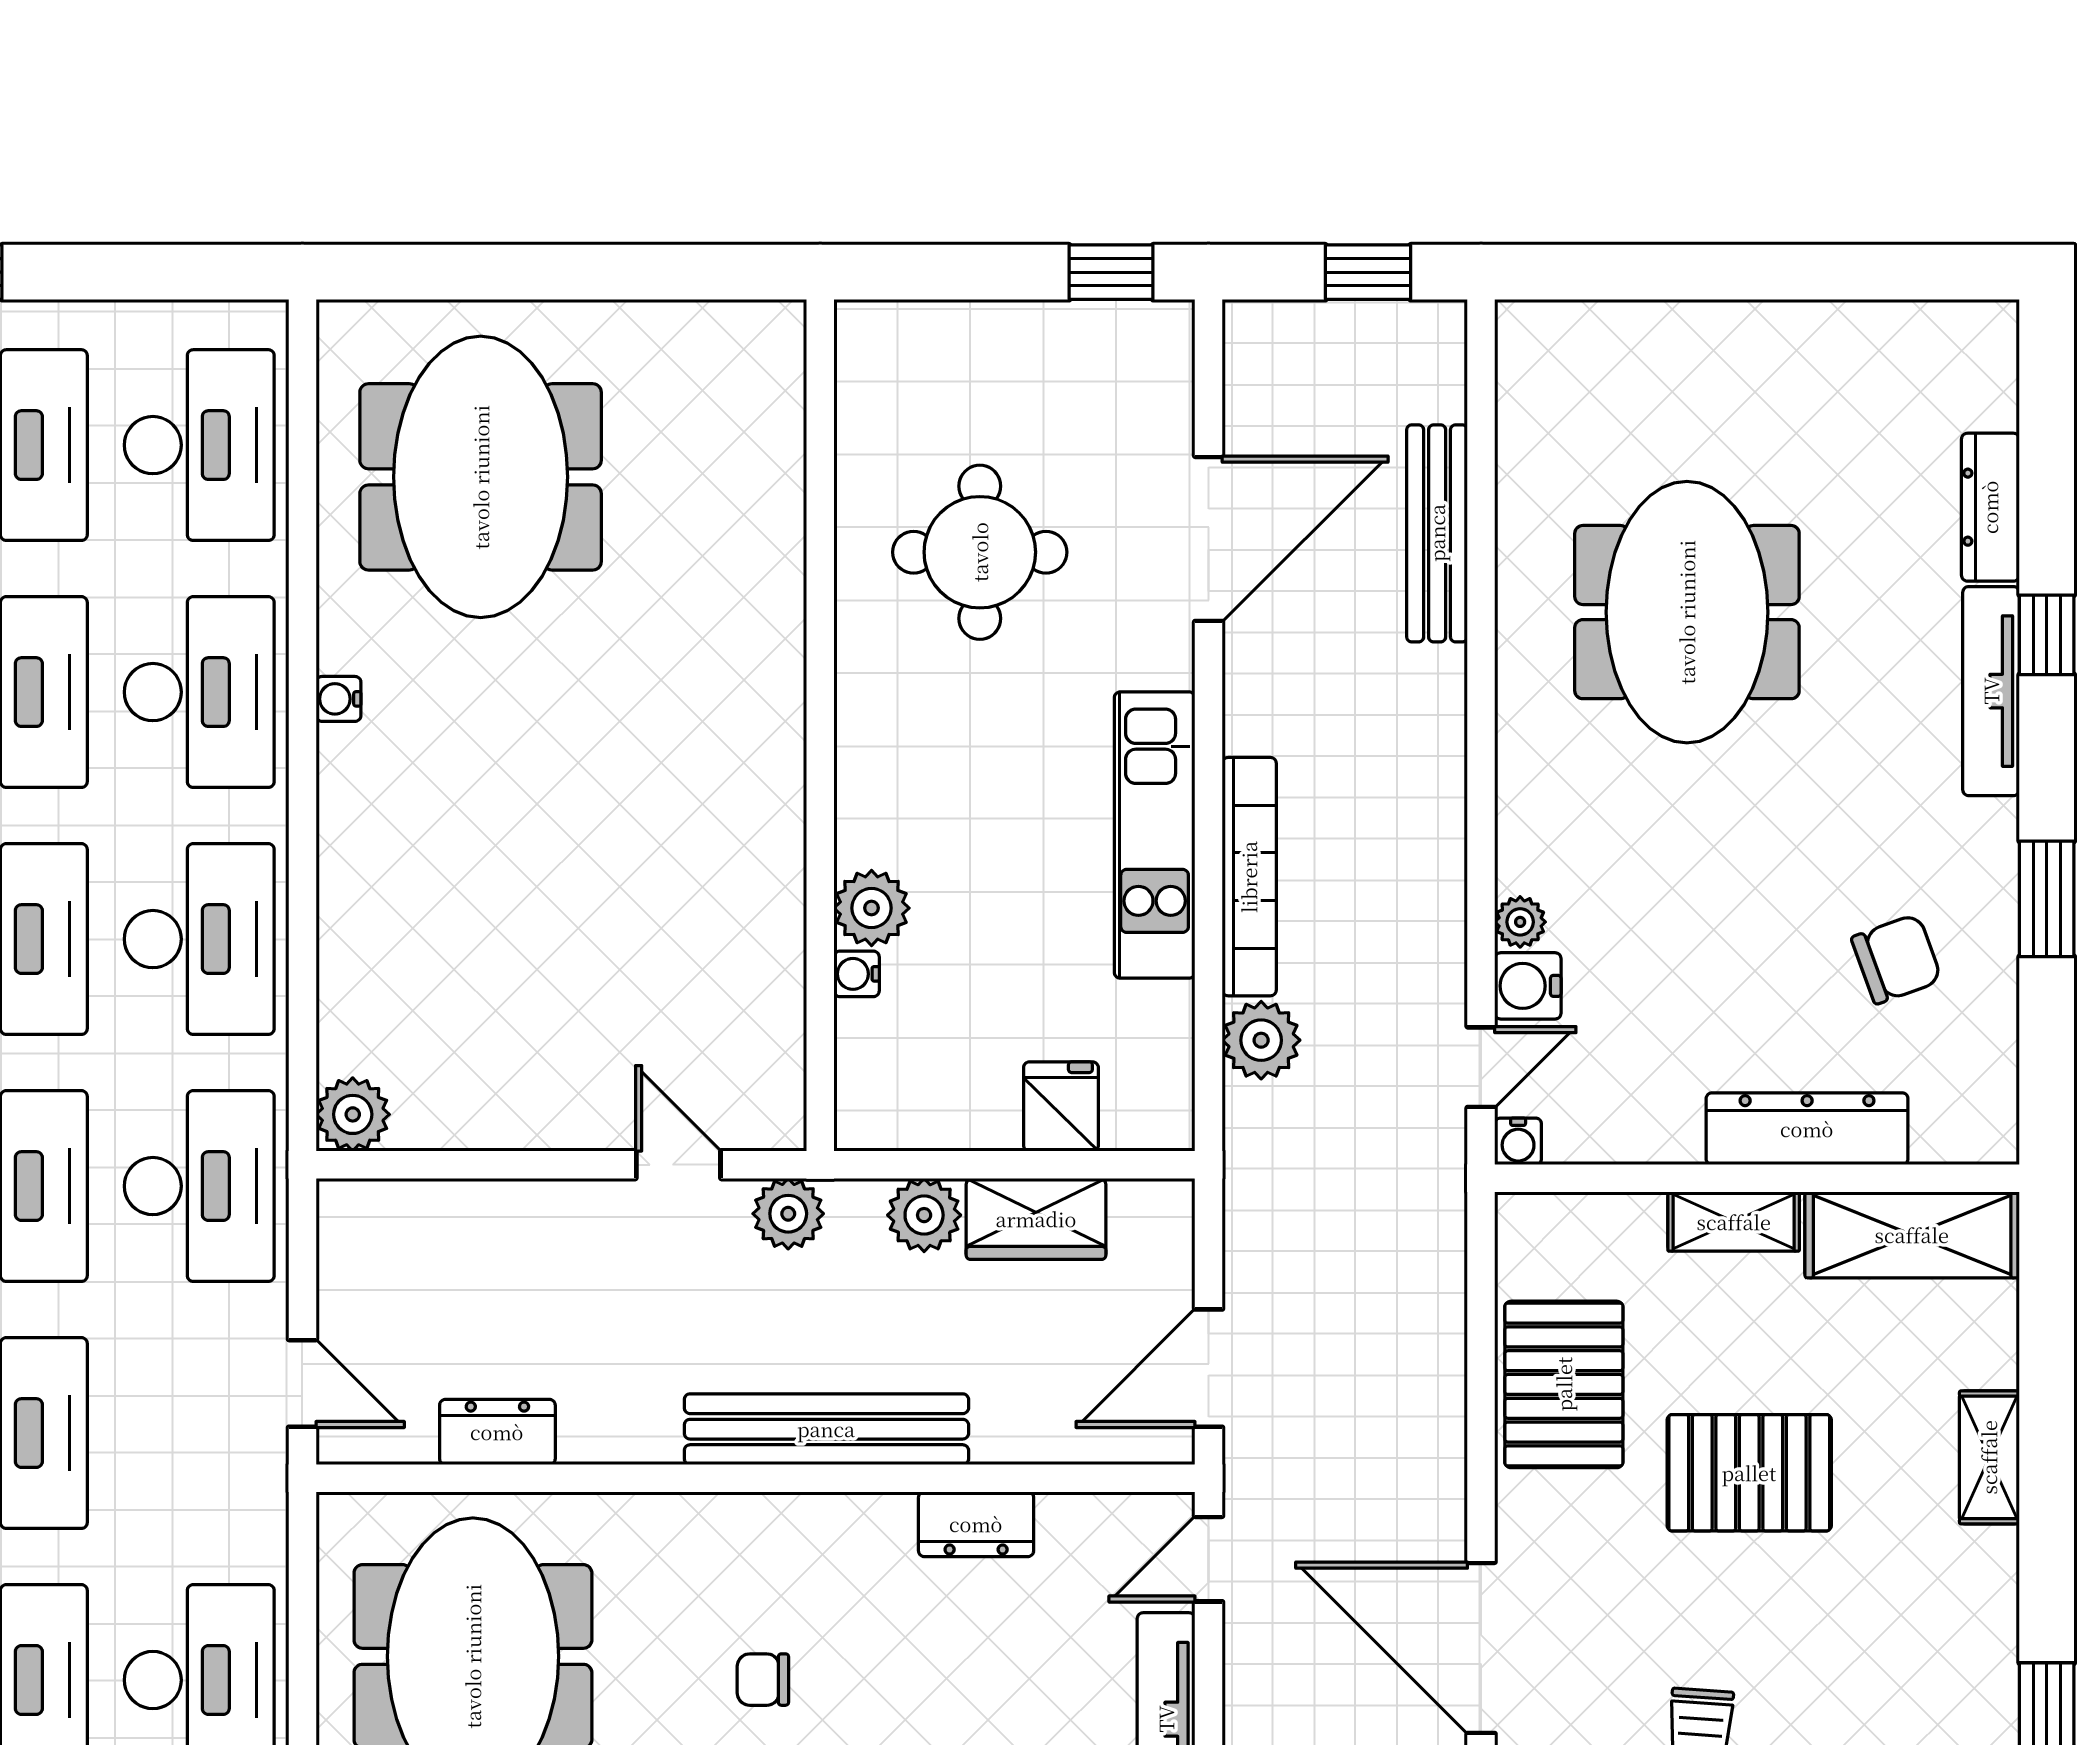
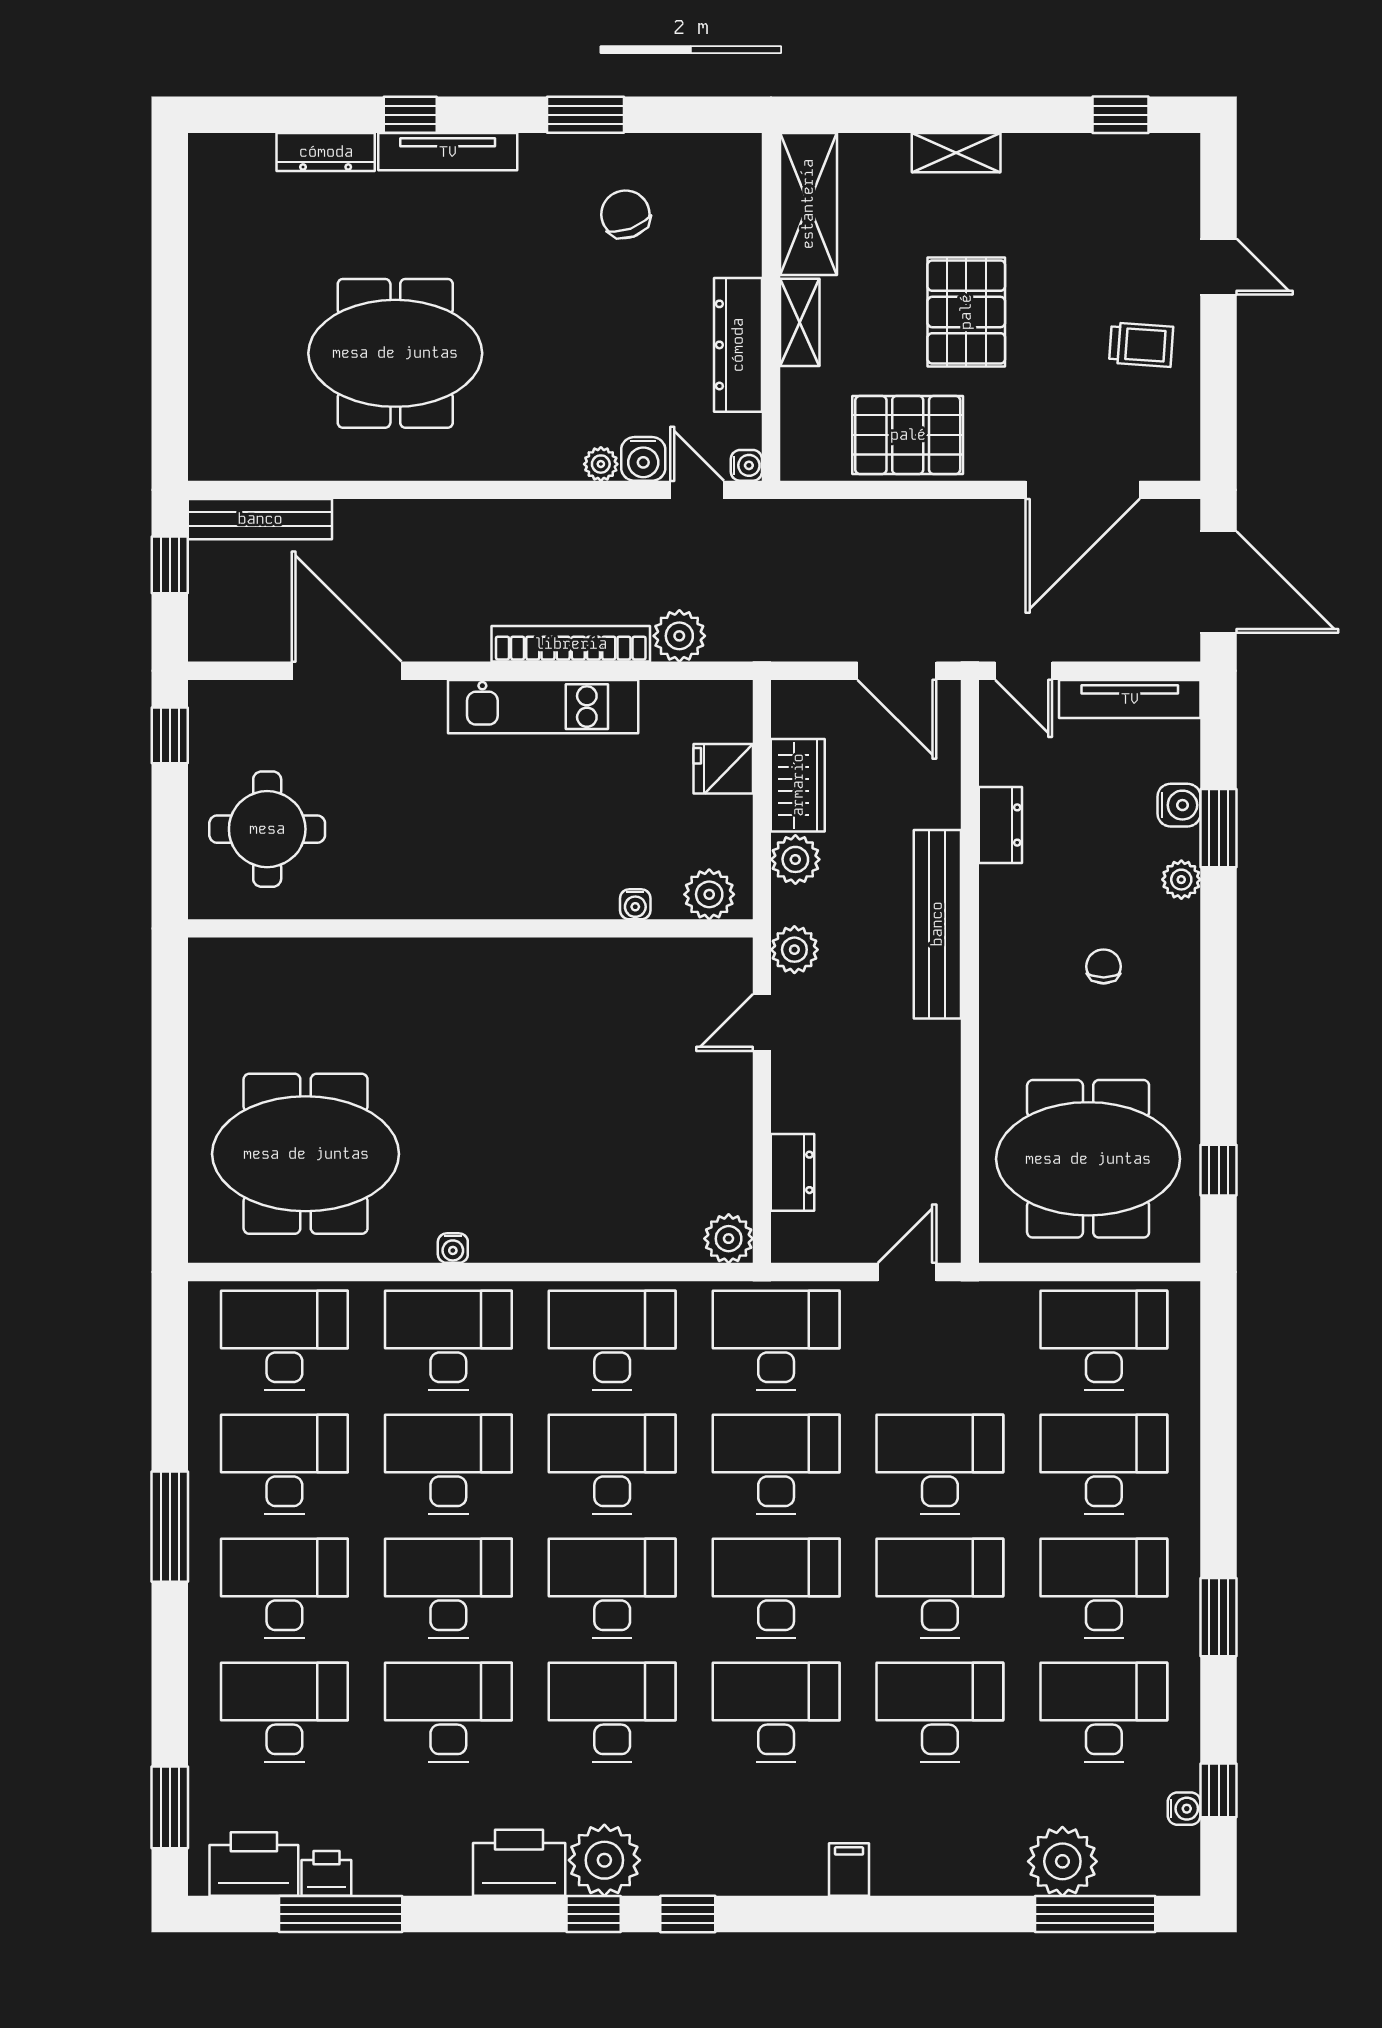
bench: (1437, 533) -> (260, 519), moved
round table: (980, 552) -> (267, 829), moved
plant: (872, 908) -> (709, 894), moved
dresser: (1807, 1129) -> (738, 345), moved
dresser: (497, 1432) -> (793, 1172), moved, turned 180
chair: (763, 1680) -> (1104, 966), turned 180

